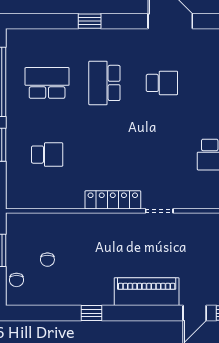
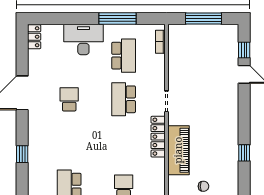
school desk: (104, 83) -> (124, 99), moved, turned 90
piano: (147, 292) -> (178, 150), moved, turned 180

